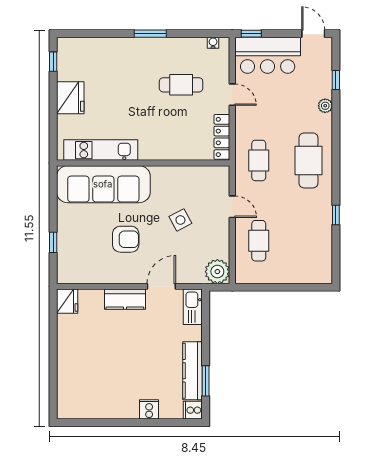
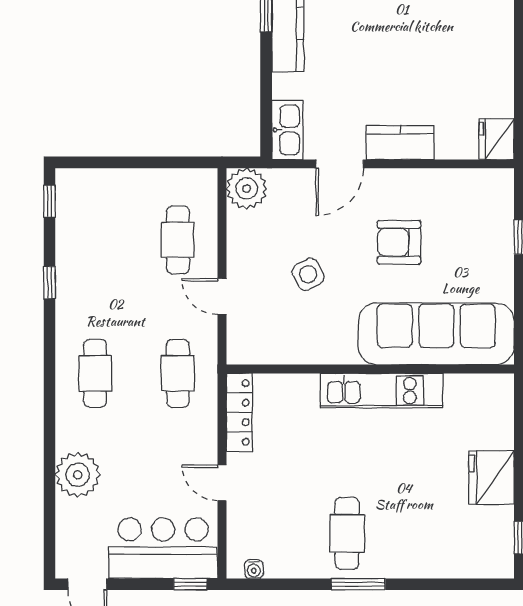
window: (336, 80) -> (50, 201), moved
cafe table: (181, 85) -> (347, 533), moved, turned 90
plant: (325, 106) -> (78, 475), width x1.87, depth x1.87
kitchen unit: (101, 150) -> (382, 391), moved
cafe table: (308, 160) -> (95, 373), width x0.73, depth x0.74

